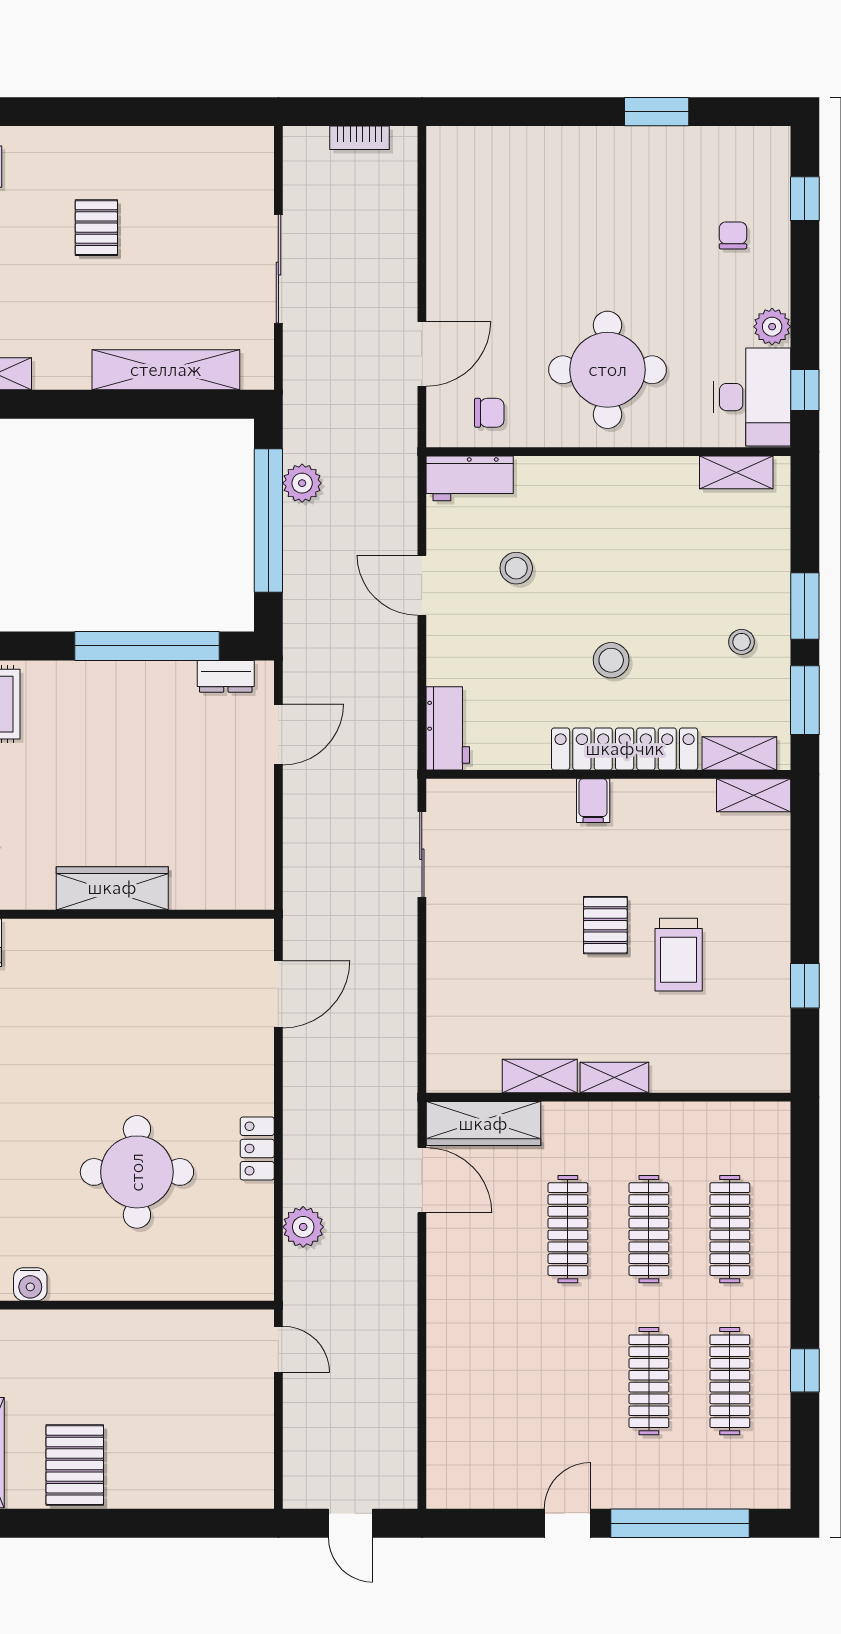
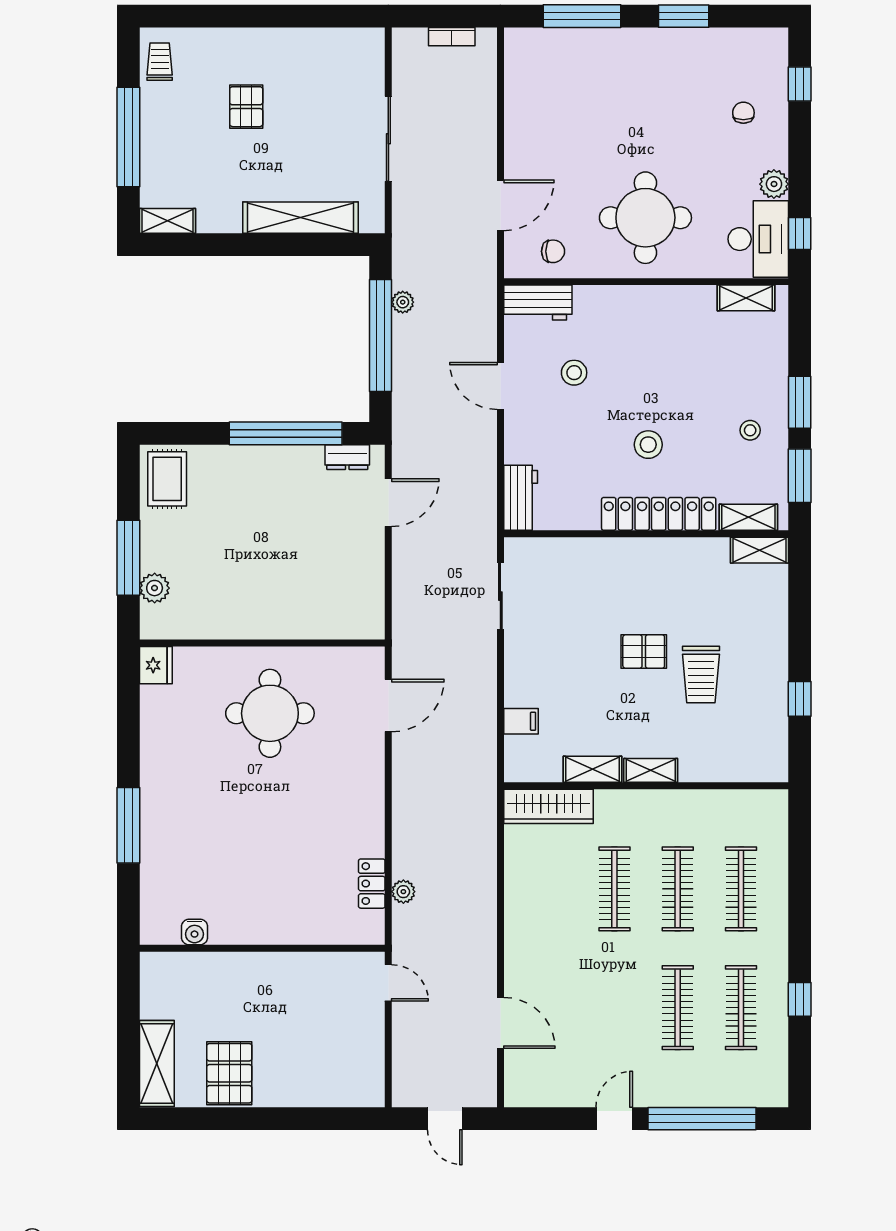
window: (526, 112) -> (582, 16), added
plant: (302, 483) -> (403, 302), width x0.73, depth x0.73
filing cabinet: (593, 801) -> (521, 721), moved, turned -90
wardrobe: (112, 888) -> (258, 623), removed
pallet: (605, 925) -> (644, 651), turned 90
locker: (257, 1148) -> (372, 884), moved
round table: (137, 1172) -> (270, 713), moved
door: (422, 1180) -> (500, 1023), moved
plant: (303, 1227) -> (403, 892), width x0.73, depth x0.73

